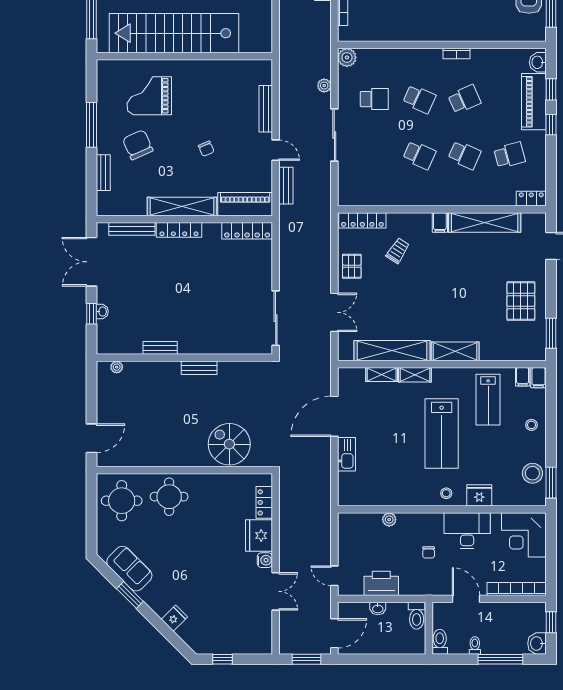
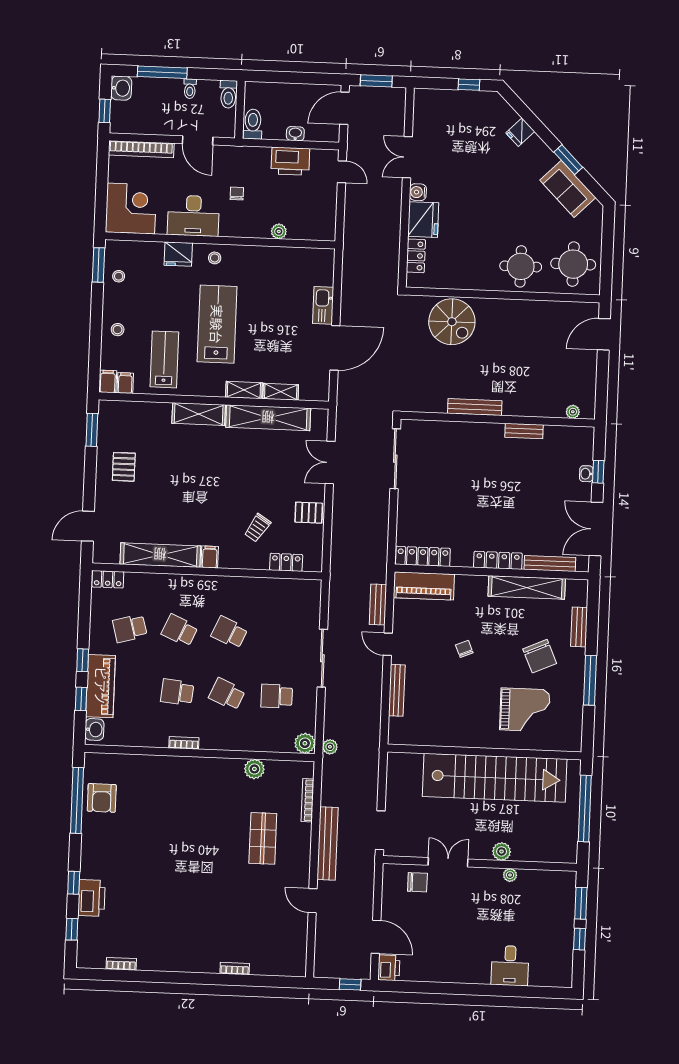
plant: (392, 32) -> (254, 769), added
plant: (324, 86) -> (330, 747), moved
school desk: (464, 99) -> (177, 692), turned 30
shelving: (182, 206) -> (527, 587), moved
locker: (362, 220) -> (286, 562), width x0.66
double door: (91, 262) -> (596, 529), swing flipped
pallet: (352, 266) -> (309, 513), turned 90
pallet: (521, 301) -> (124, 467), width x0.67, depth x0.71
bench: (199, 368) -> (475, 407), width x1.36
stool: (532, 473) -> (119, 276), width x0.53, depth x0.53

